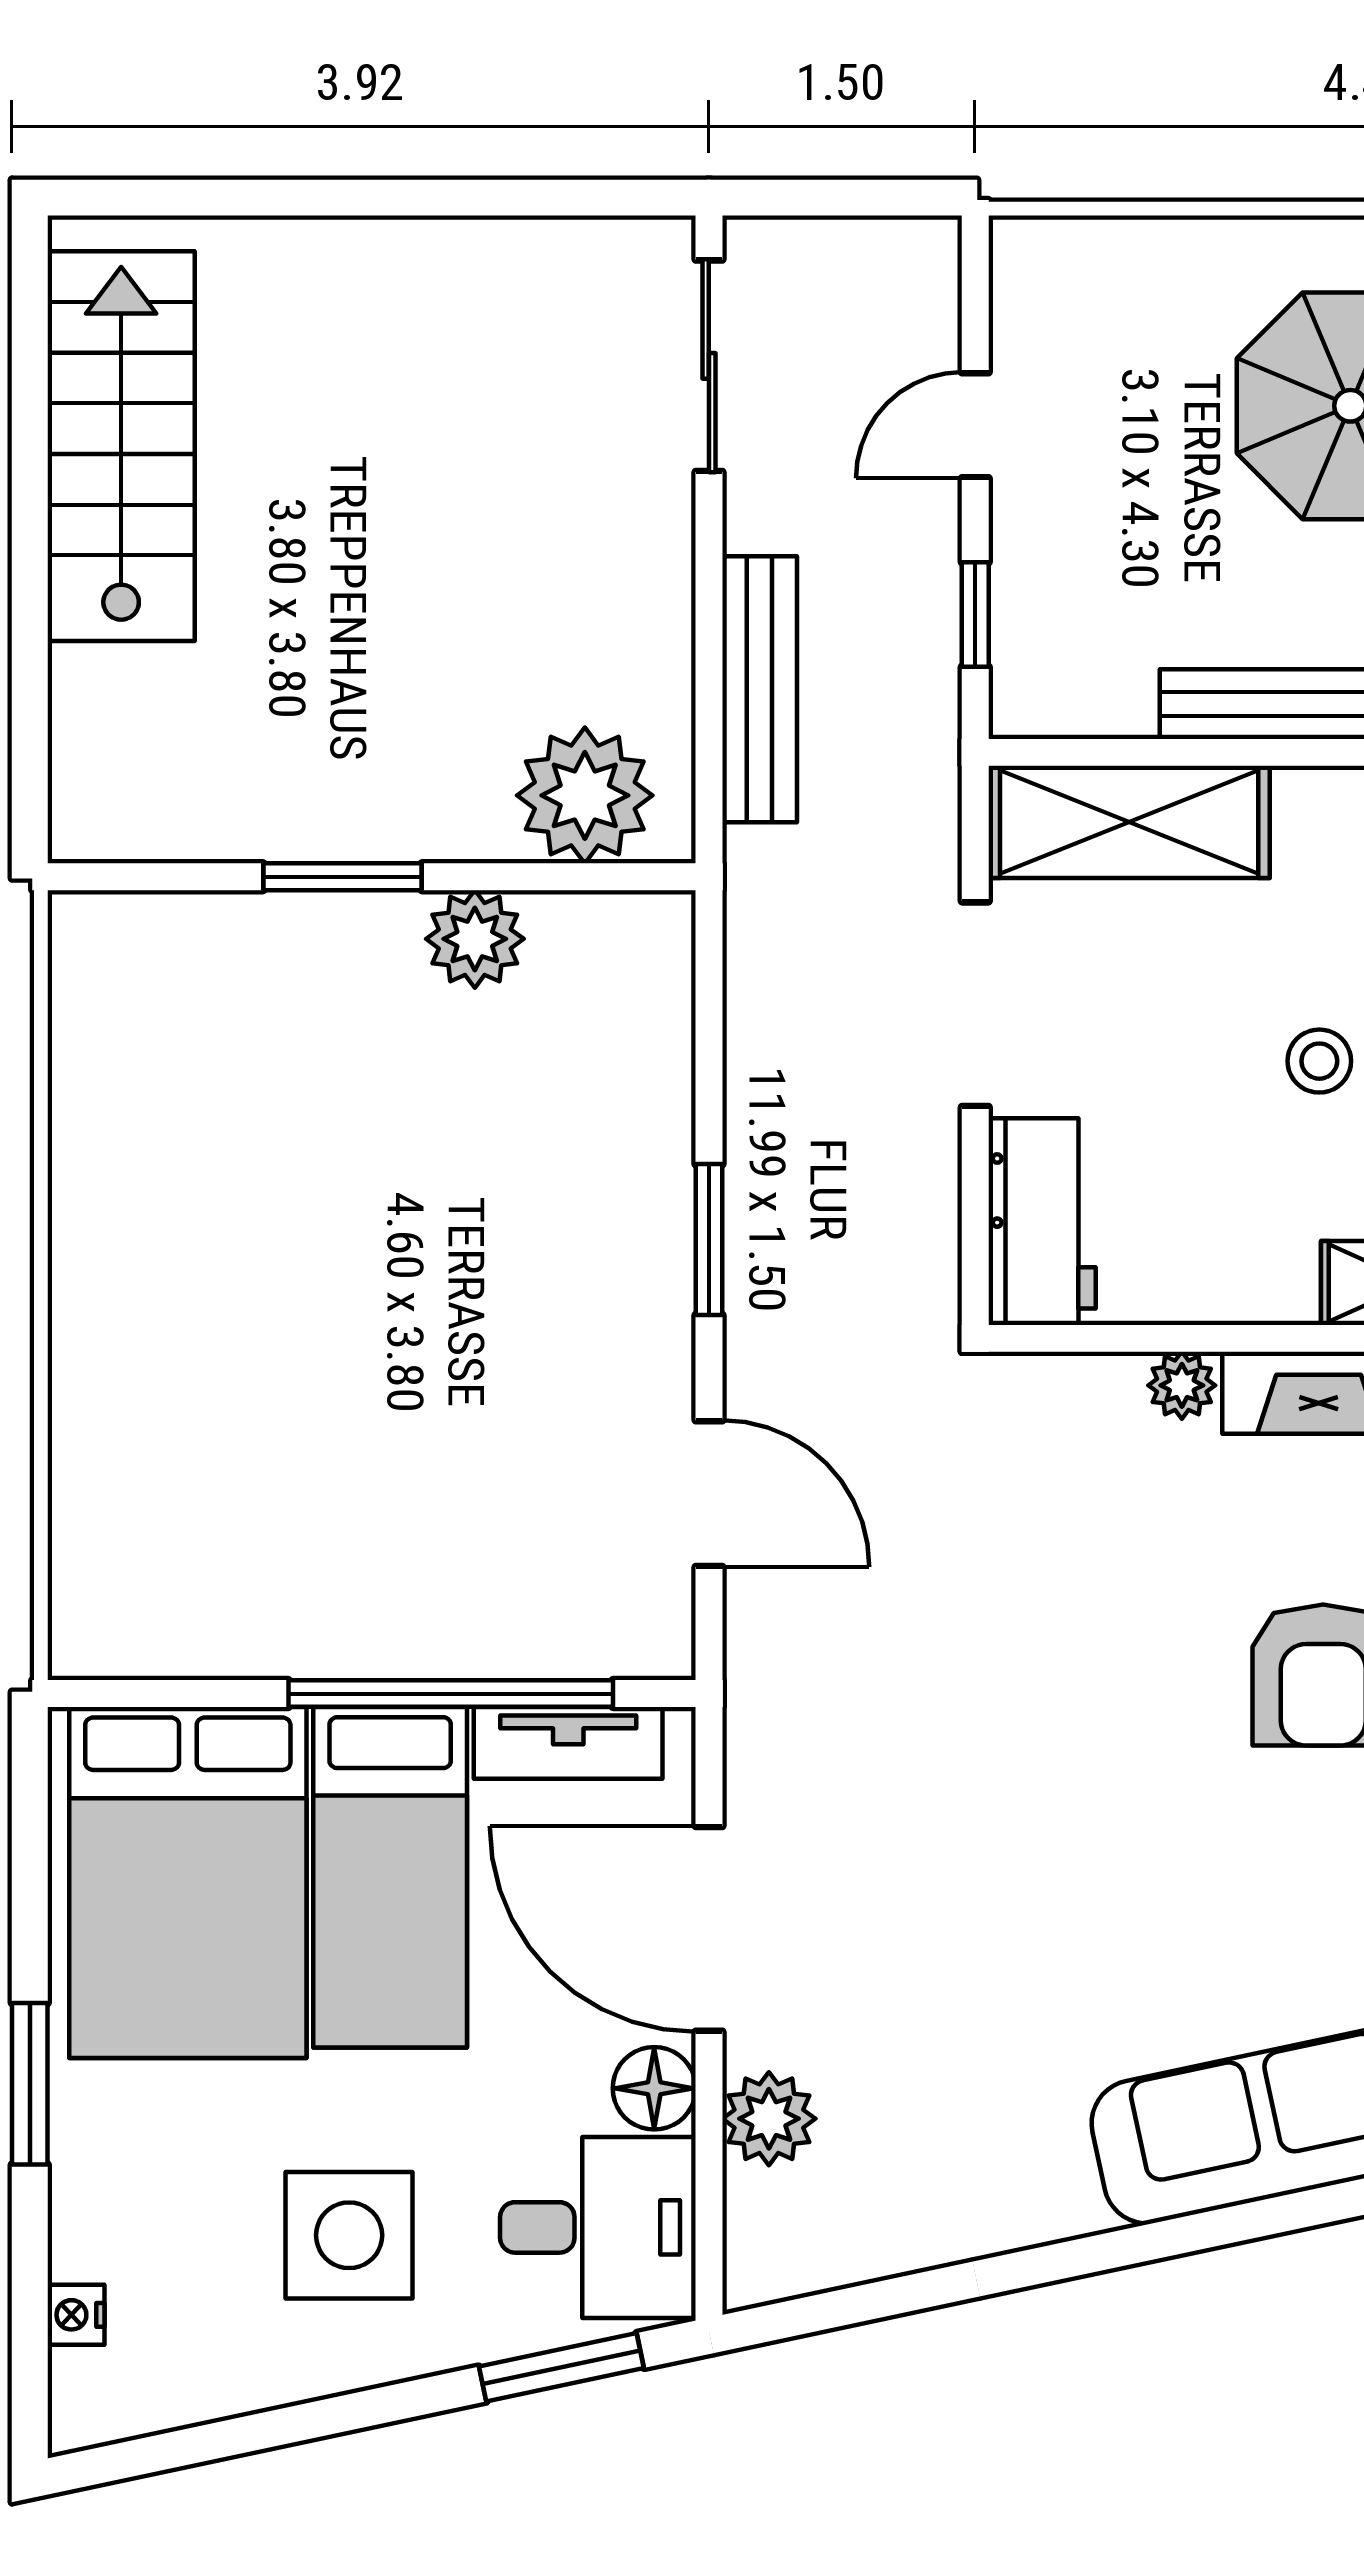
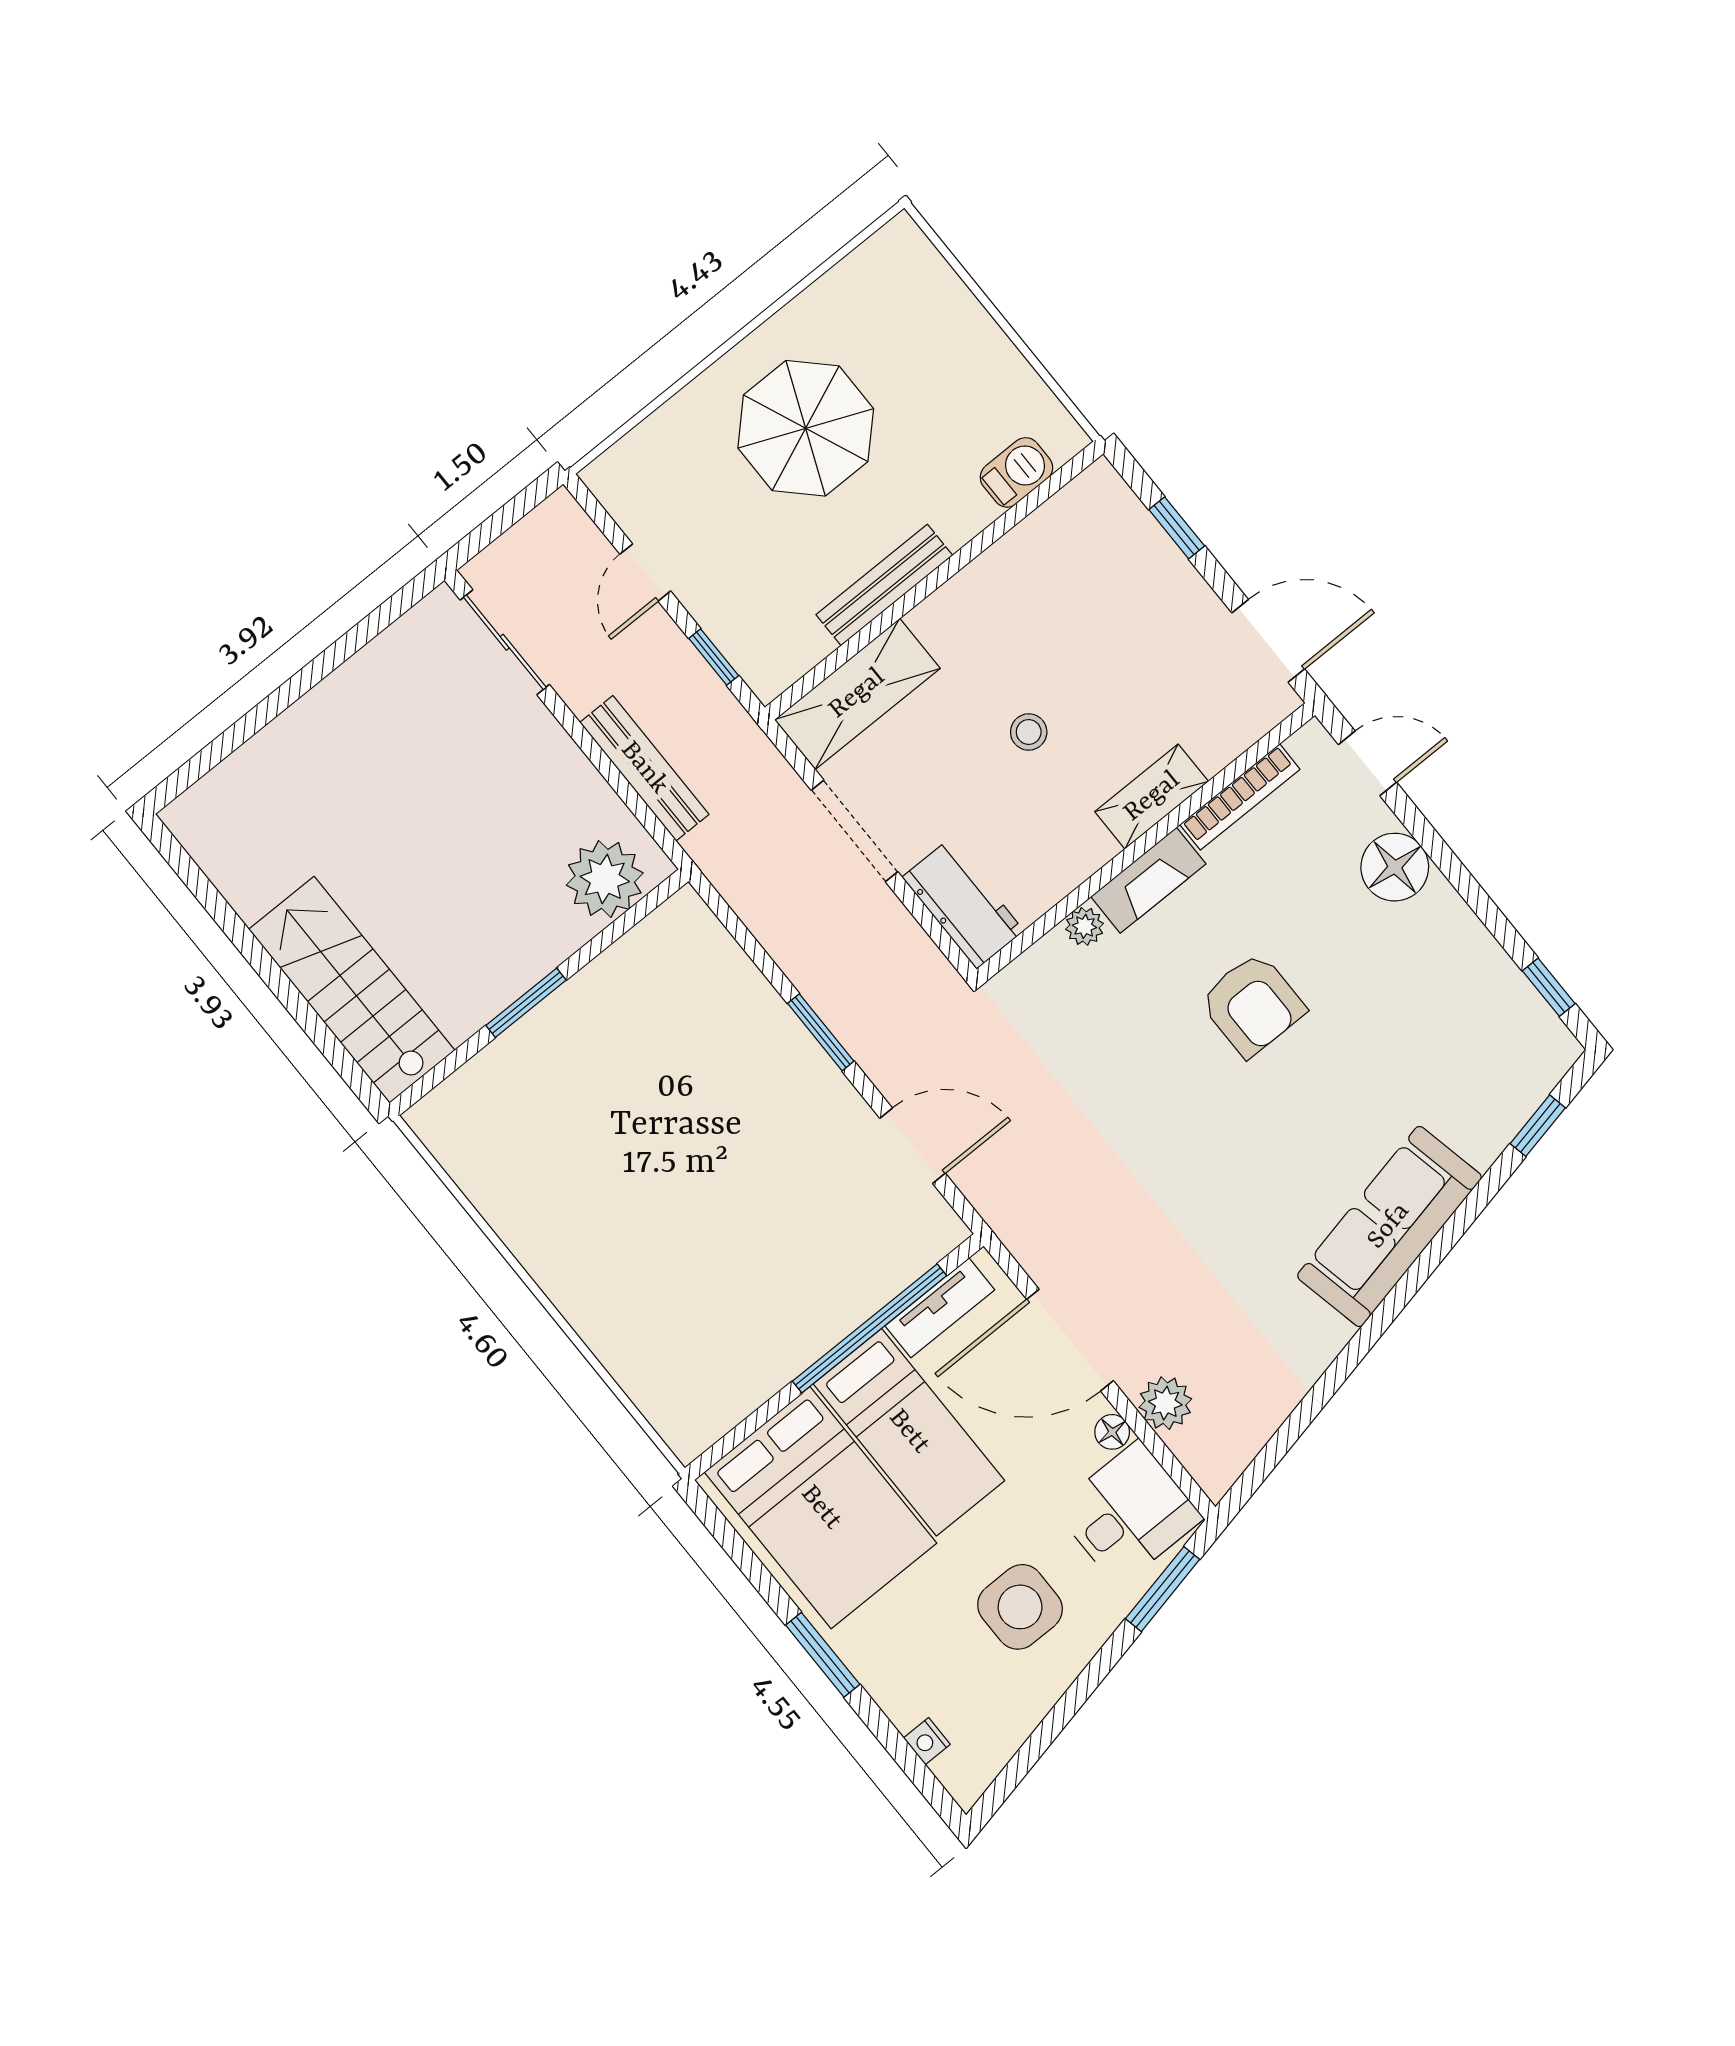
stairs: (121, 446) -> (352, 990), moved
plant: (475, 939) -> (608, 983), removed
floor lamp: (654, 2088) -> (1112, 1432), width x0.73, depth x0.73

